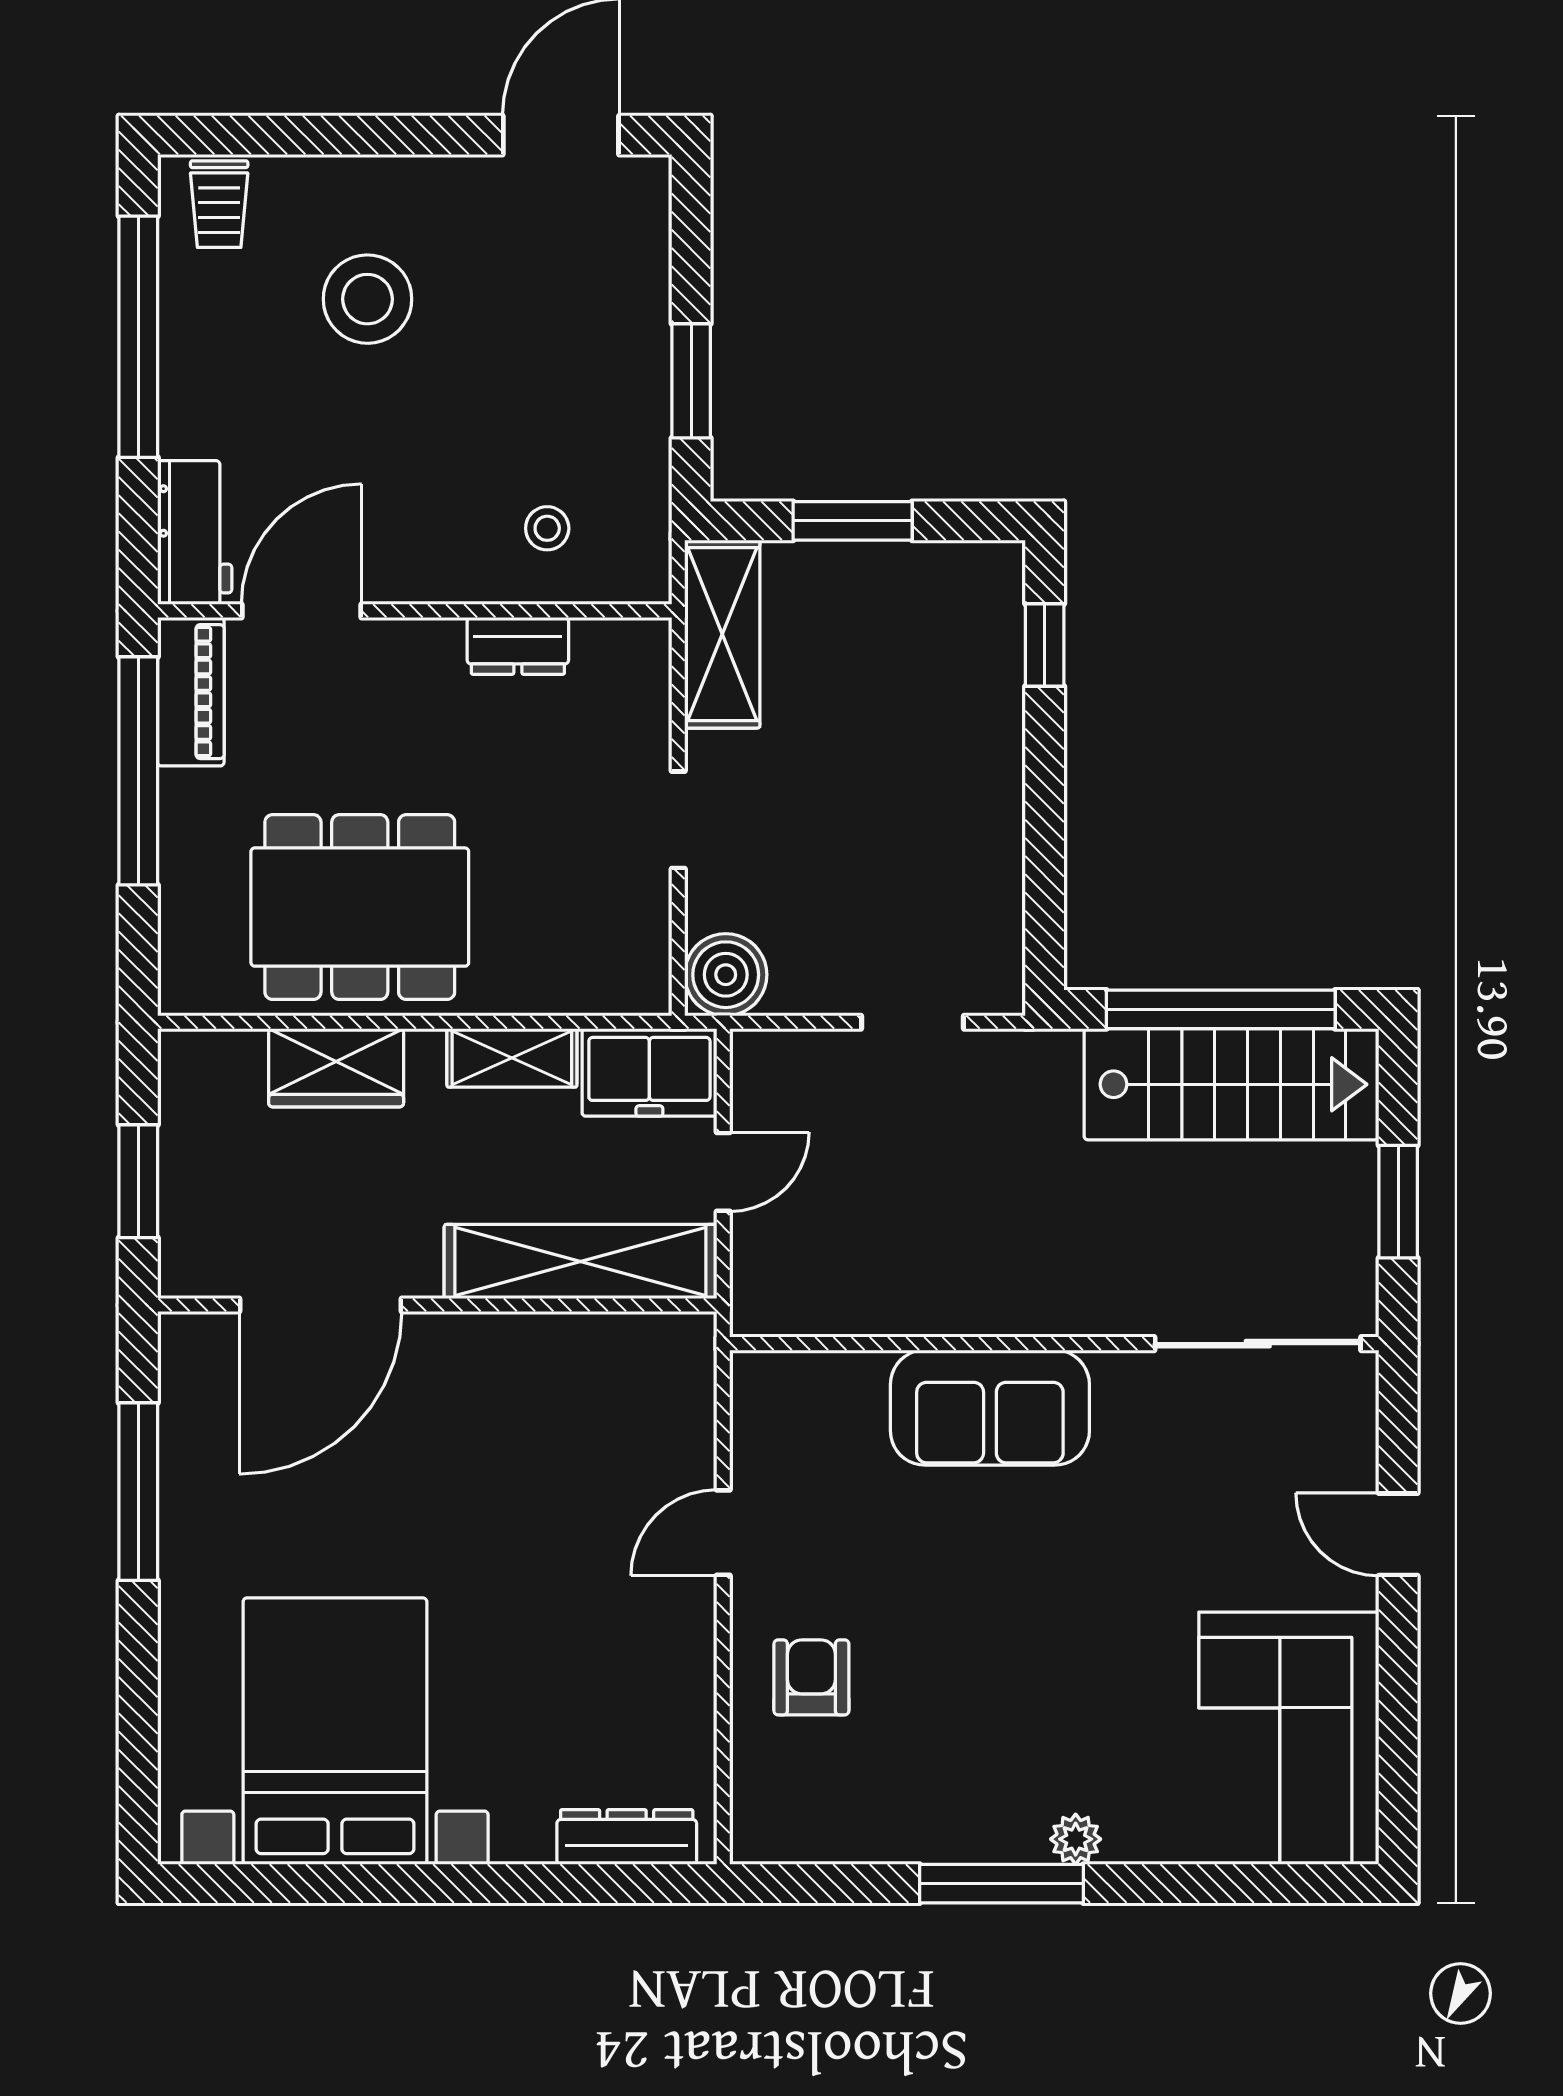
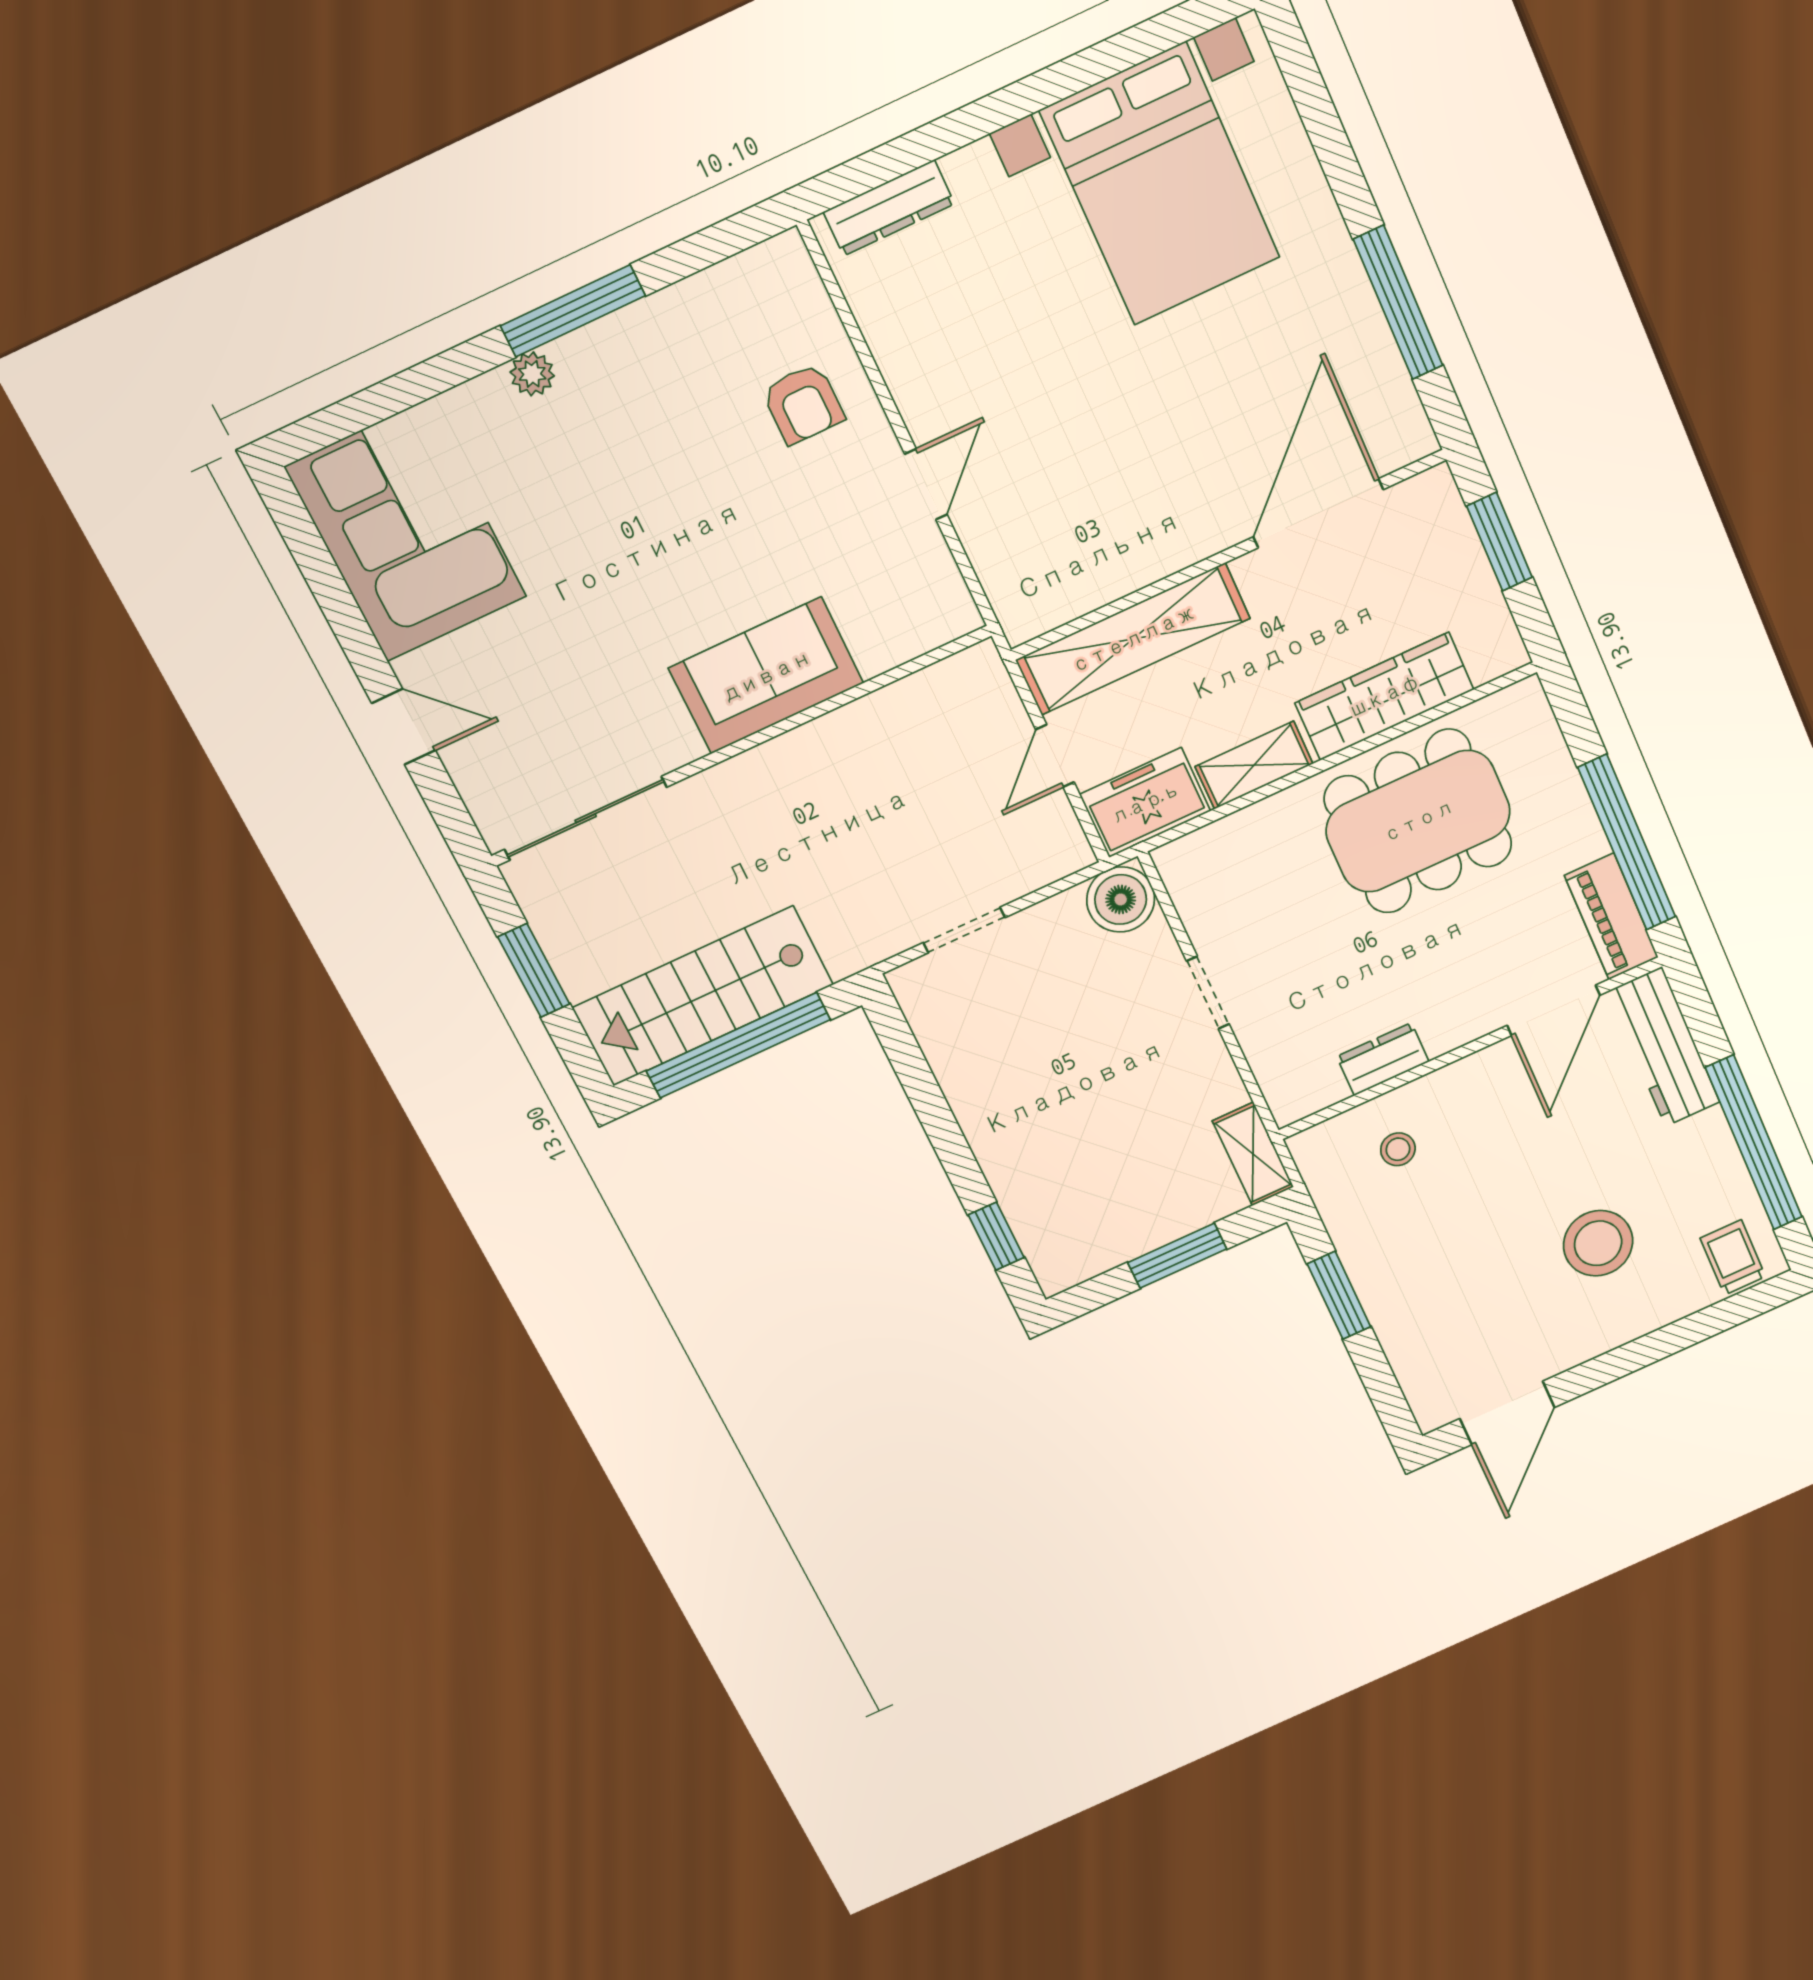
workbench: (195, 533) -> (1664, 1047), width x1.38
shelving: (722, 634) -> (1253, 1154), width x0.67, depth x0.75
wardrobe: (336, 1068) -> (1384, 696), width x1.50

